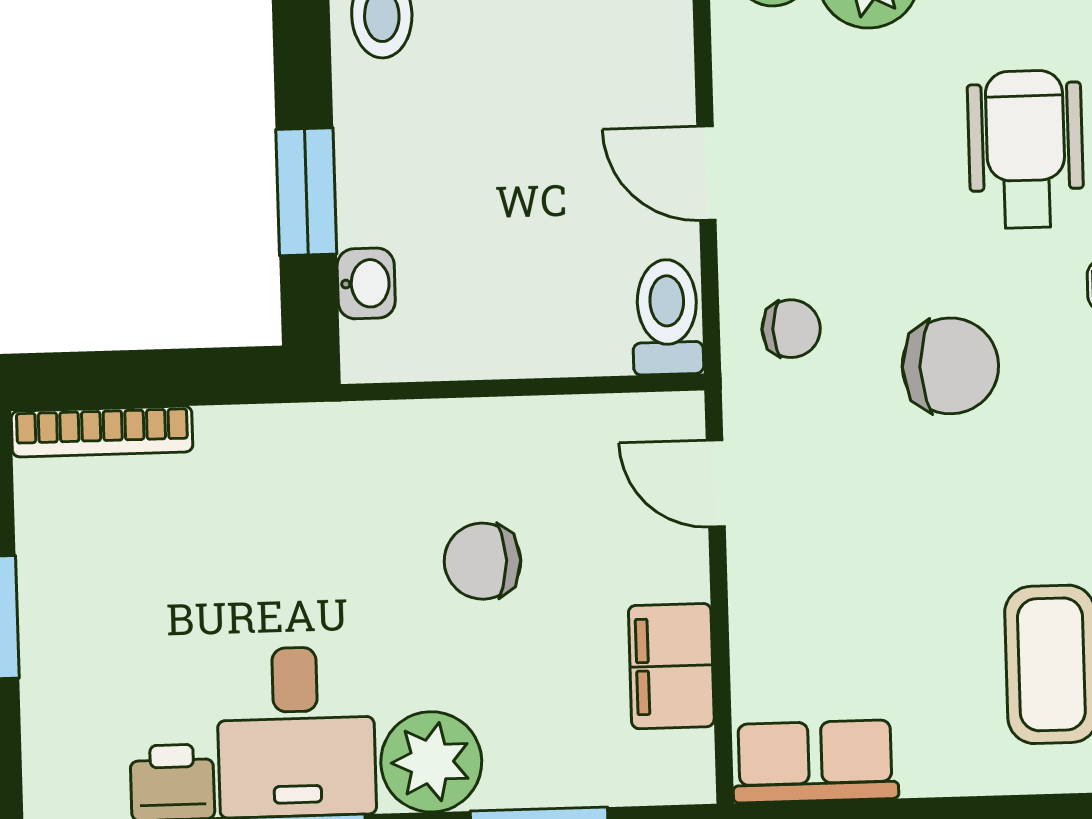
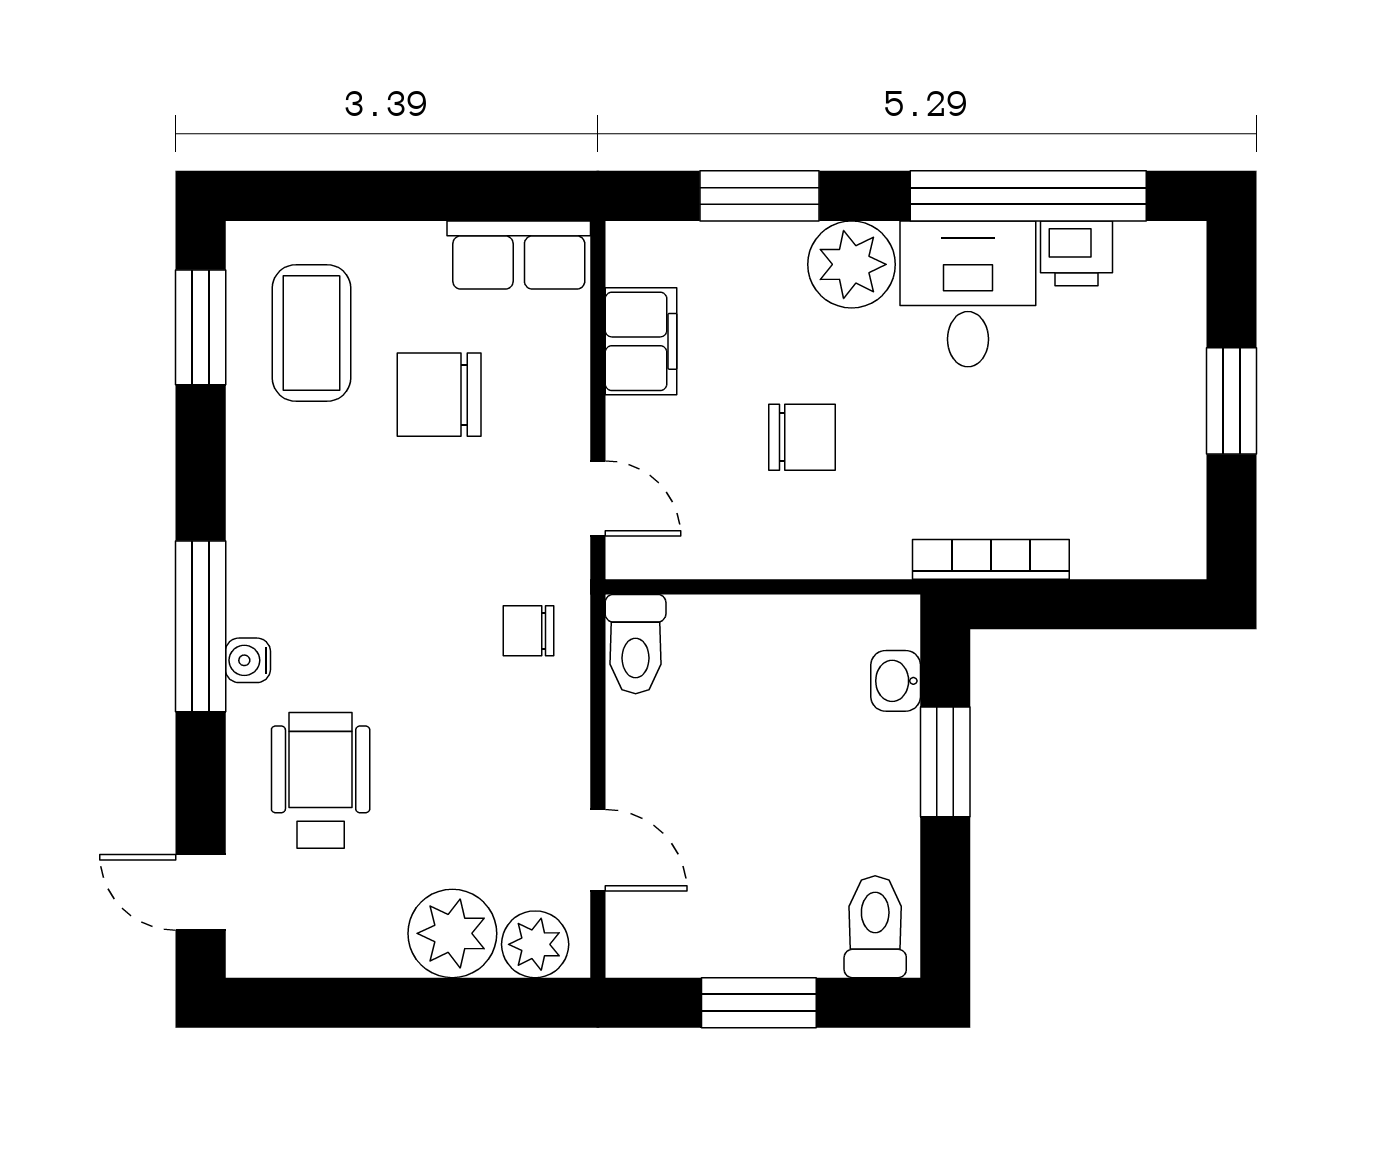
wheelchair: (1026, 149) -> (321, 780), turned 180
door: (706, 173) -> (598, 850), moved
chair: (950, 366) -> (439, 395), moved
bookcase: (102, 431) -> (991, 559), moved

